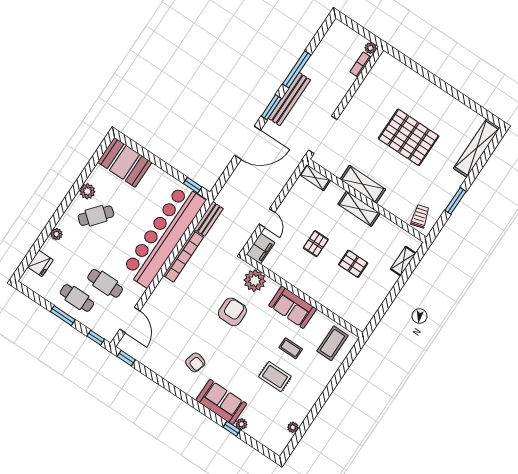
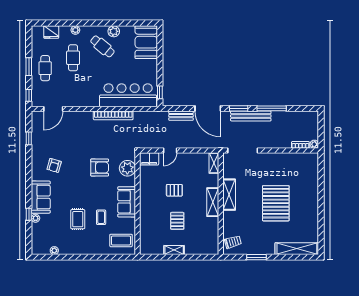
bench: (209, 219) -> (181, 116), moved
bar counter: (164, 236) -> (128, 95), width x0.73
shelving: (403, 261) -> (174, 250), moved
cafe table: (105, 283) -> (73, 58), moved
window: (126, 358) -> (29, 138), moved

